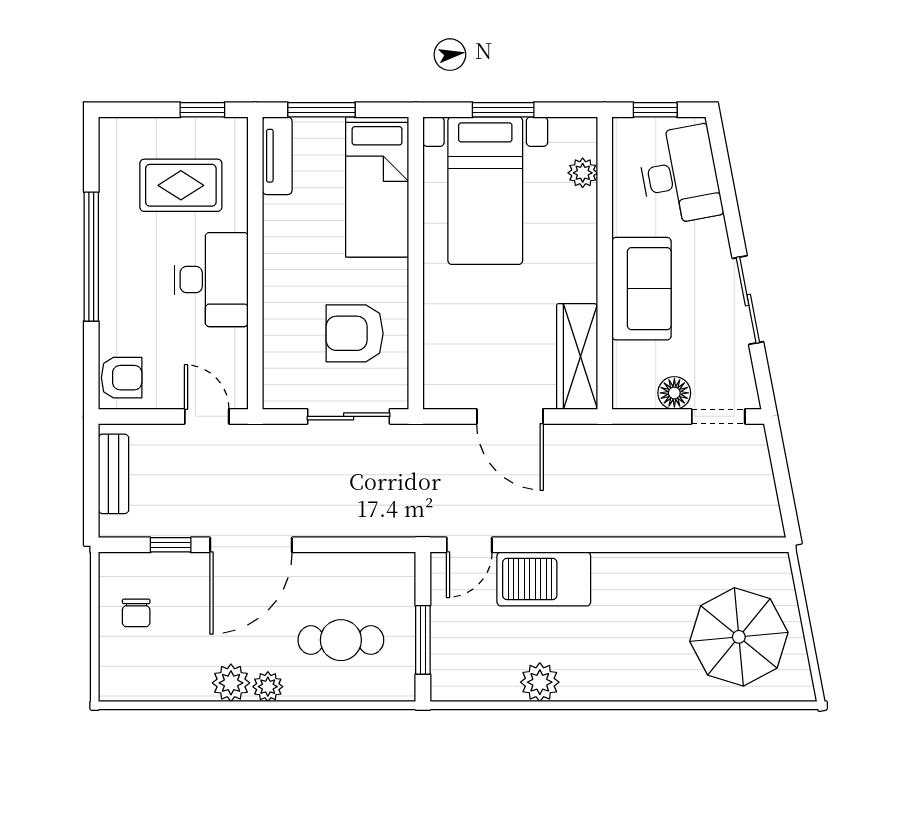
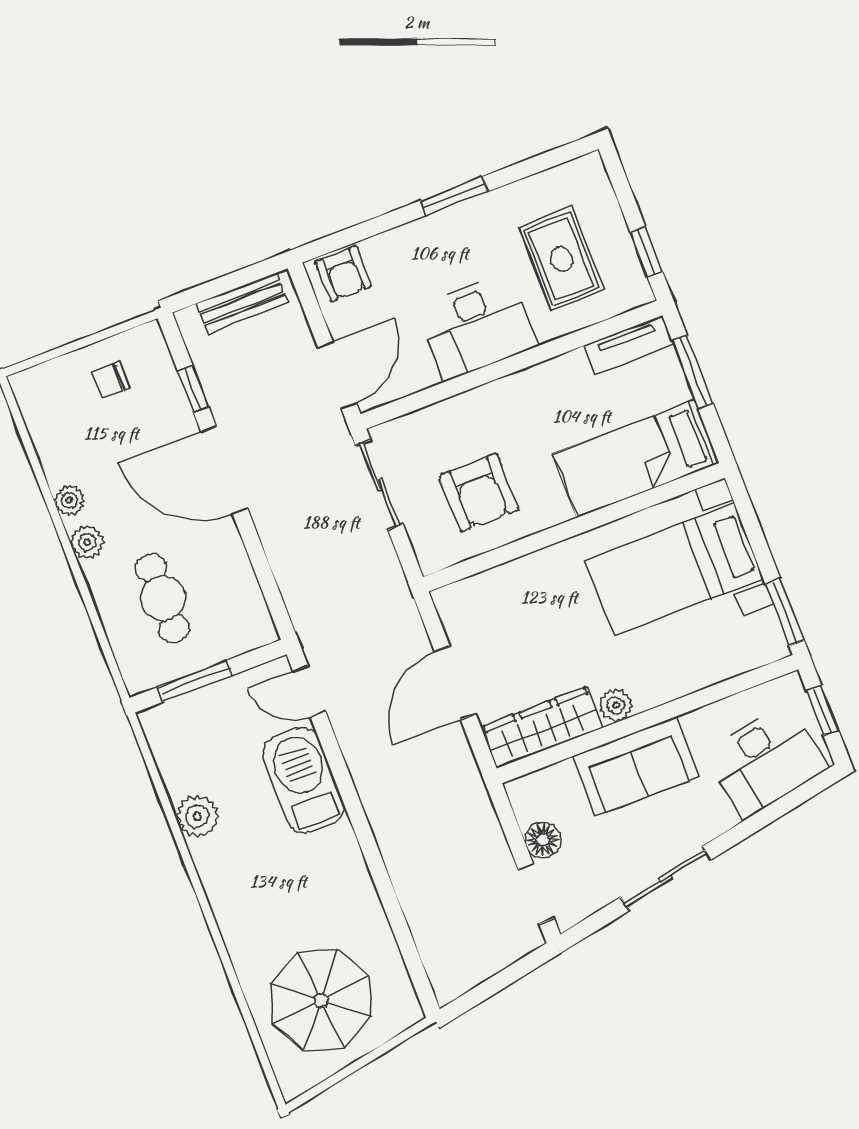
window: (503, 110) -> (785, 612), moved
plant: (583, 173) -> (616, 705), moved
window: (91, 257) -> (454, 196), width x0.47
armchair: (355, 333) -> (479, 493), turned 180
door: (207, 416) -> (337, 375), width x1.38
sliding door: (349, 416) -> (379, 485), moved
plant: (231, 683) -> (69, 500), width x0.73, depth x0.73

